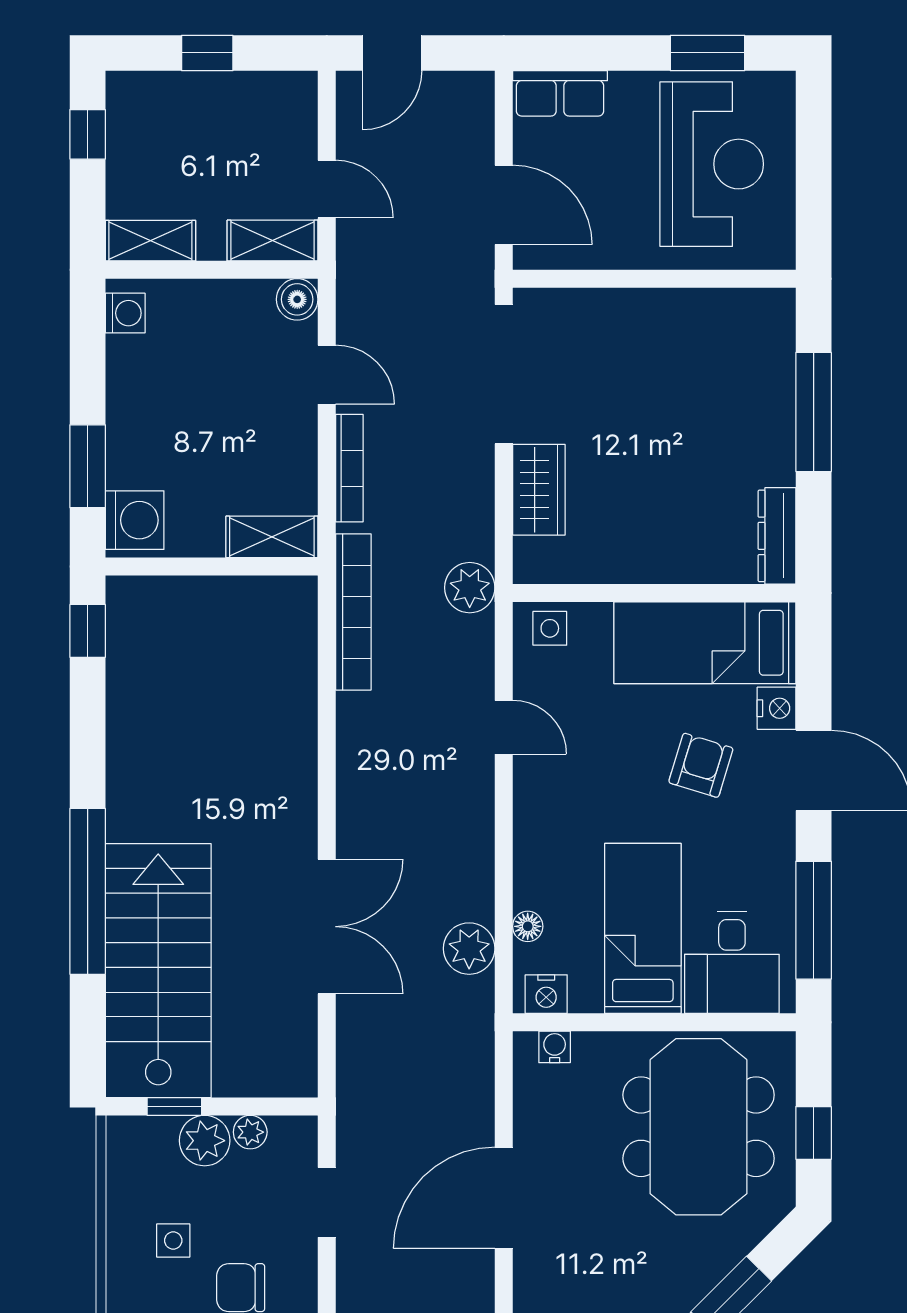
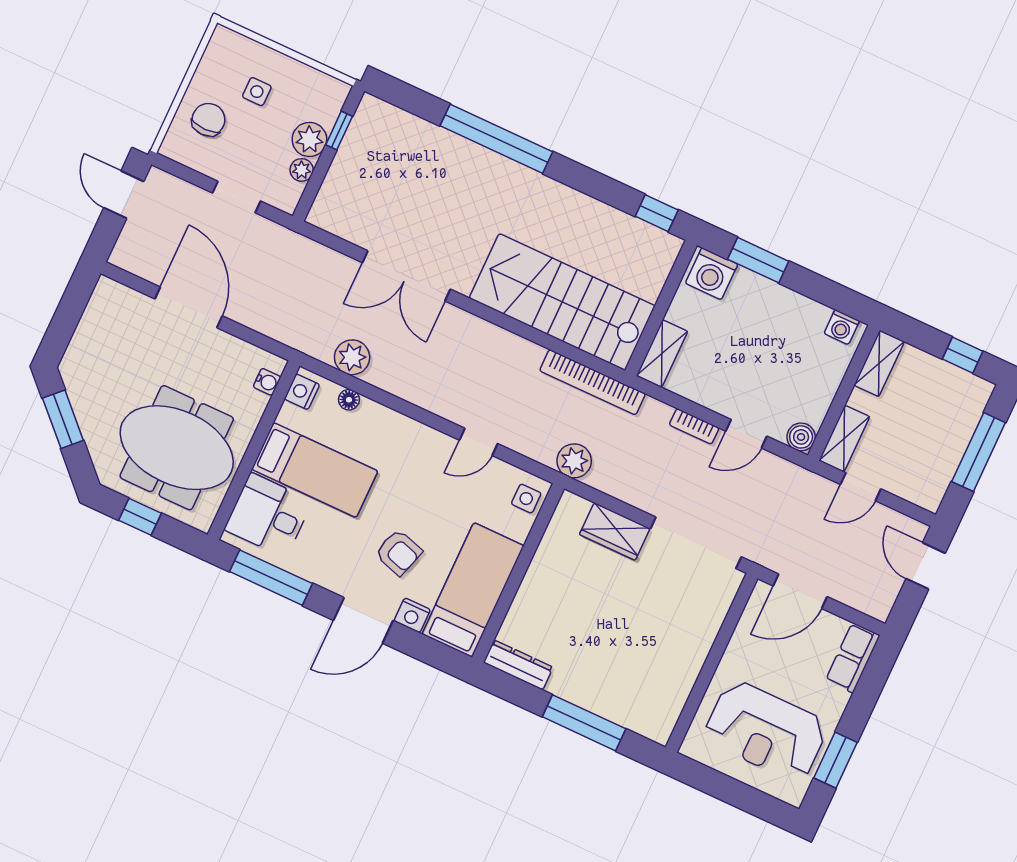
window: (207, 53) -> (979, 452), width x2.17
bookcase: (349, 468) -> (694, 426), width x0.64
stairs: (158, 971) -> (562, 302), moved, turned 180

